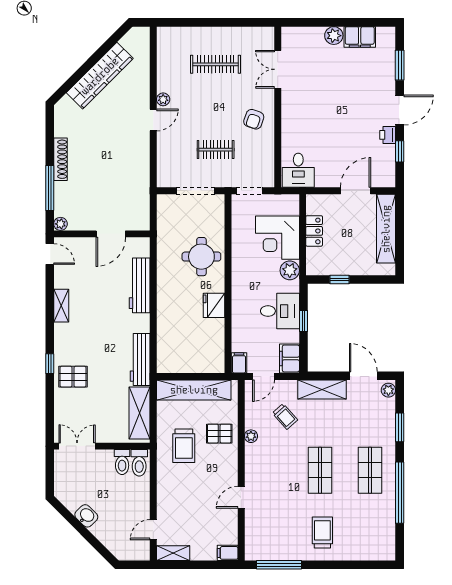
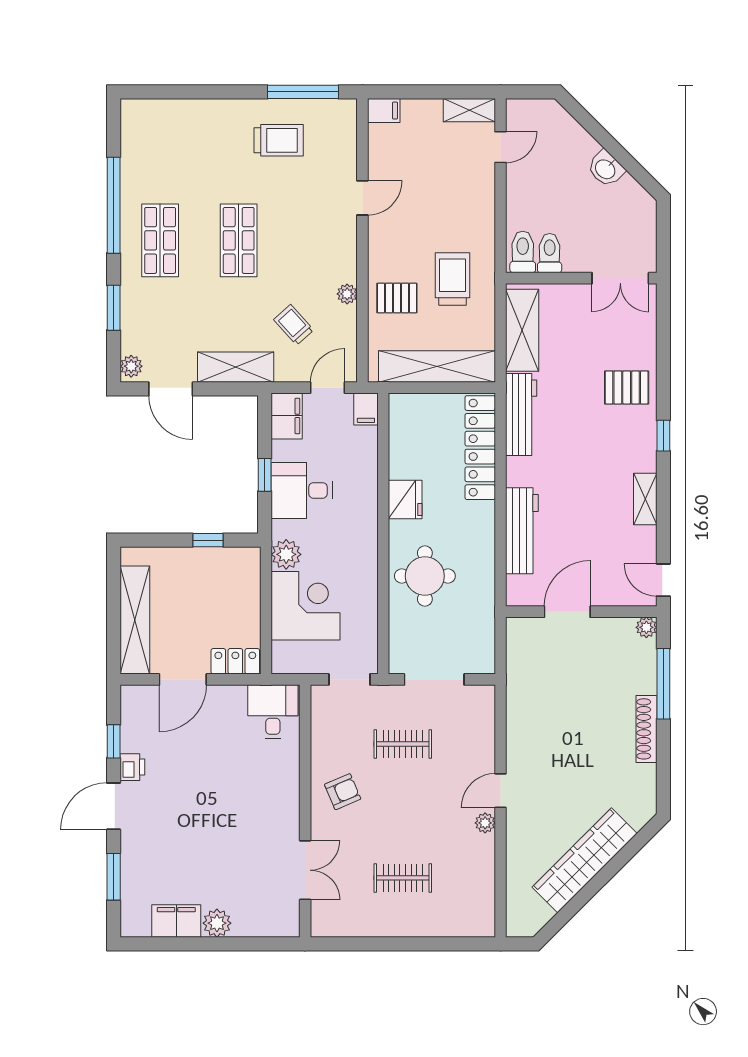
clothes rail: (216, 64) -> (403, 878), width x0.73
armchair: (254, 119) -> (343, 792), turned 48
locker: (314, 231) -> (235, 661), moved, turned 90
locker: (166, 338) -> (480, 448), added
window: (50, 364) -> (663, 436), moved
trolley: (322, 533) -> (279, 140), moved, turned -90

